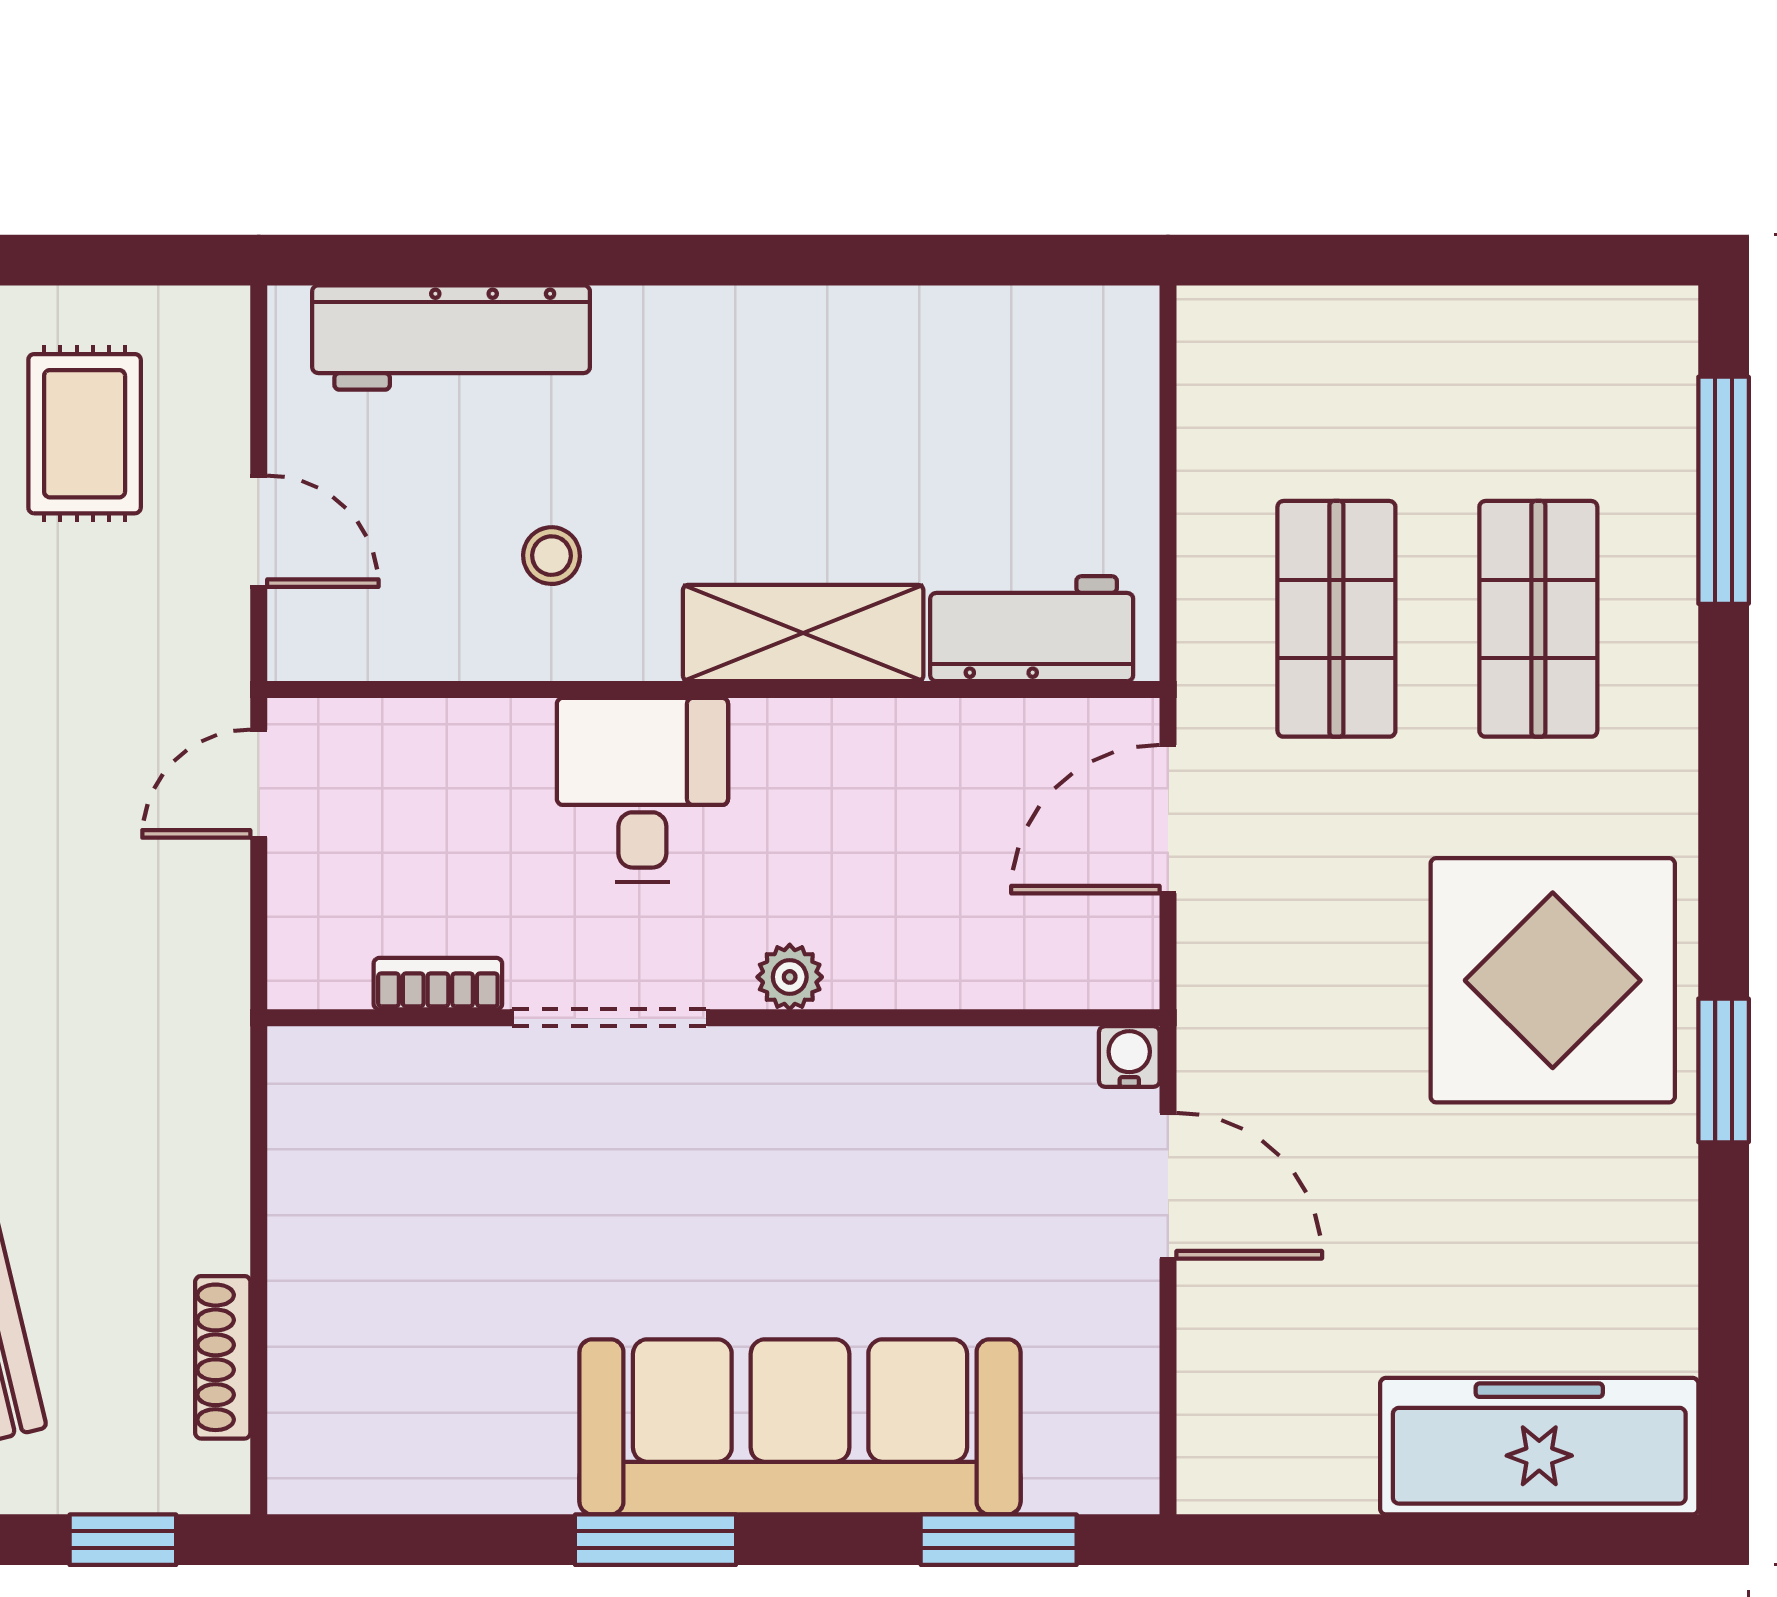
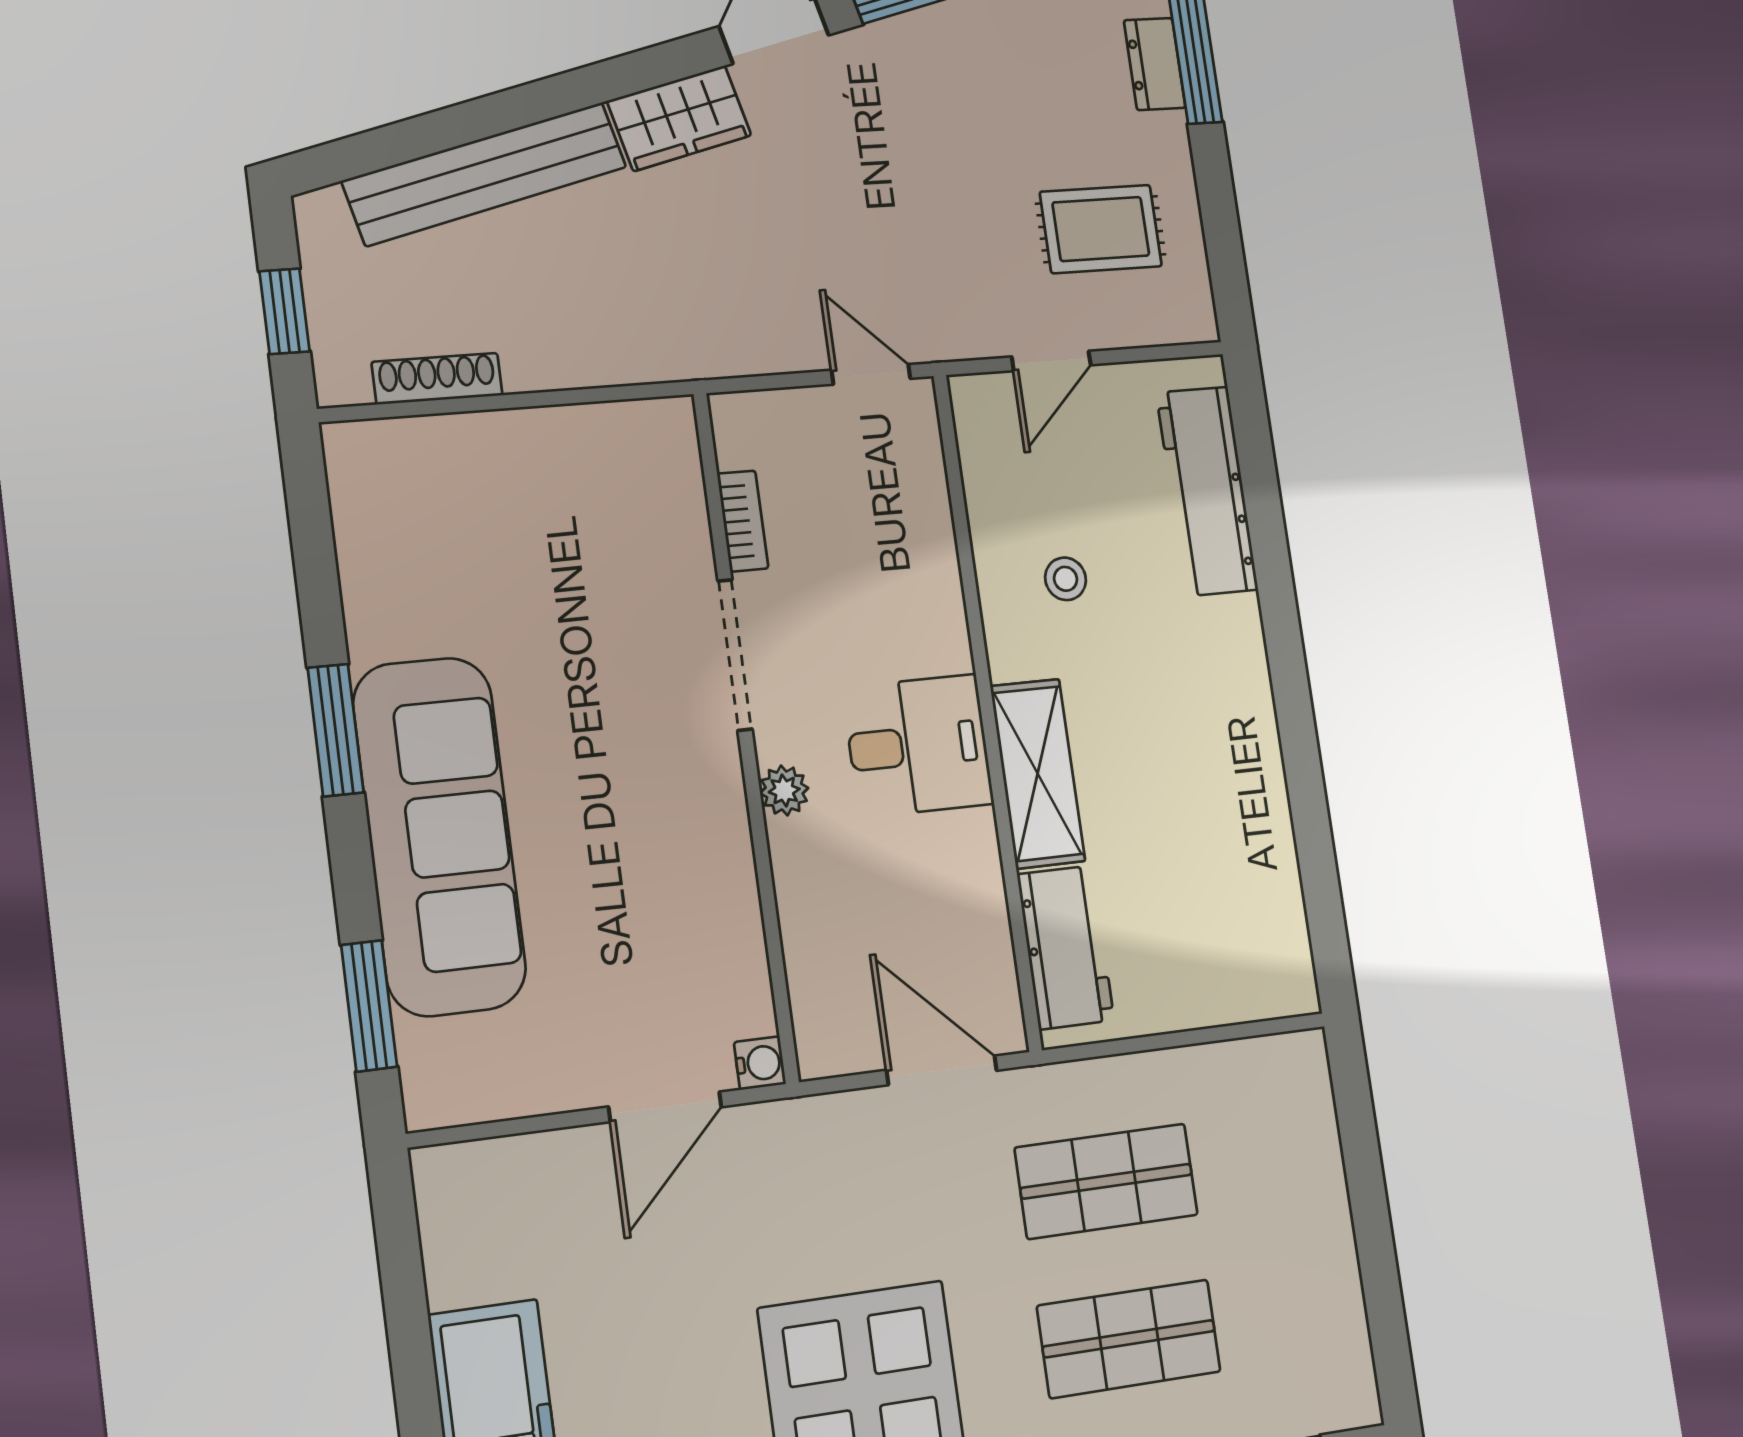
desk: (642, 790) -> (918, 746), moved

